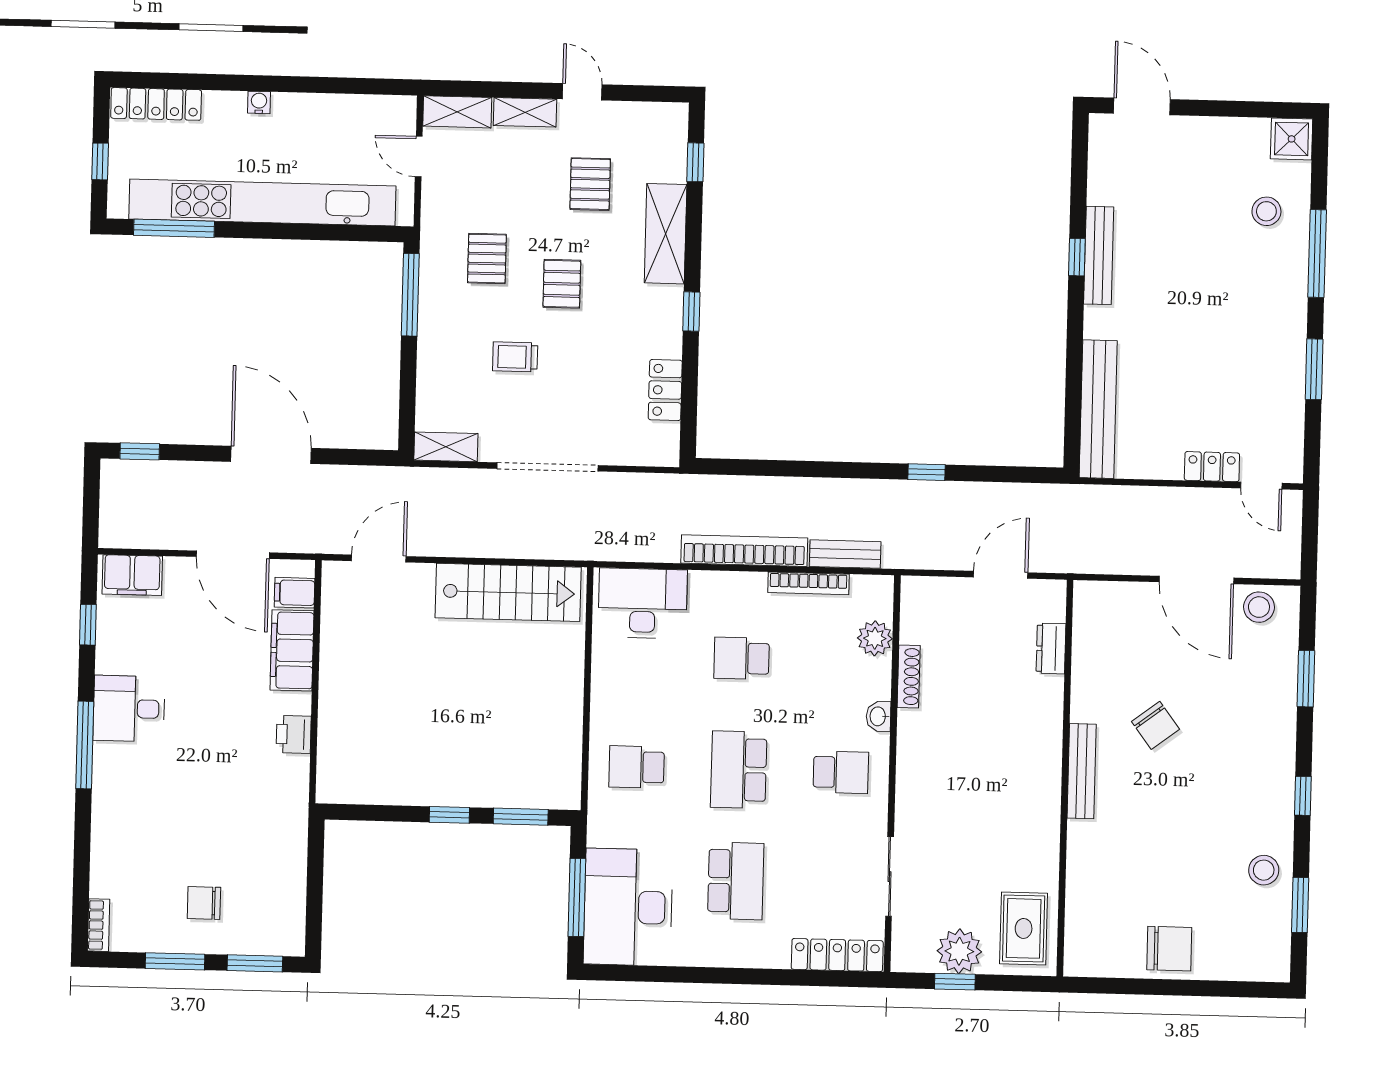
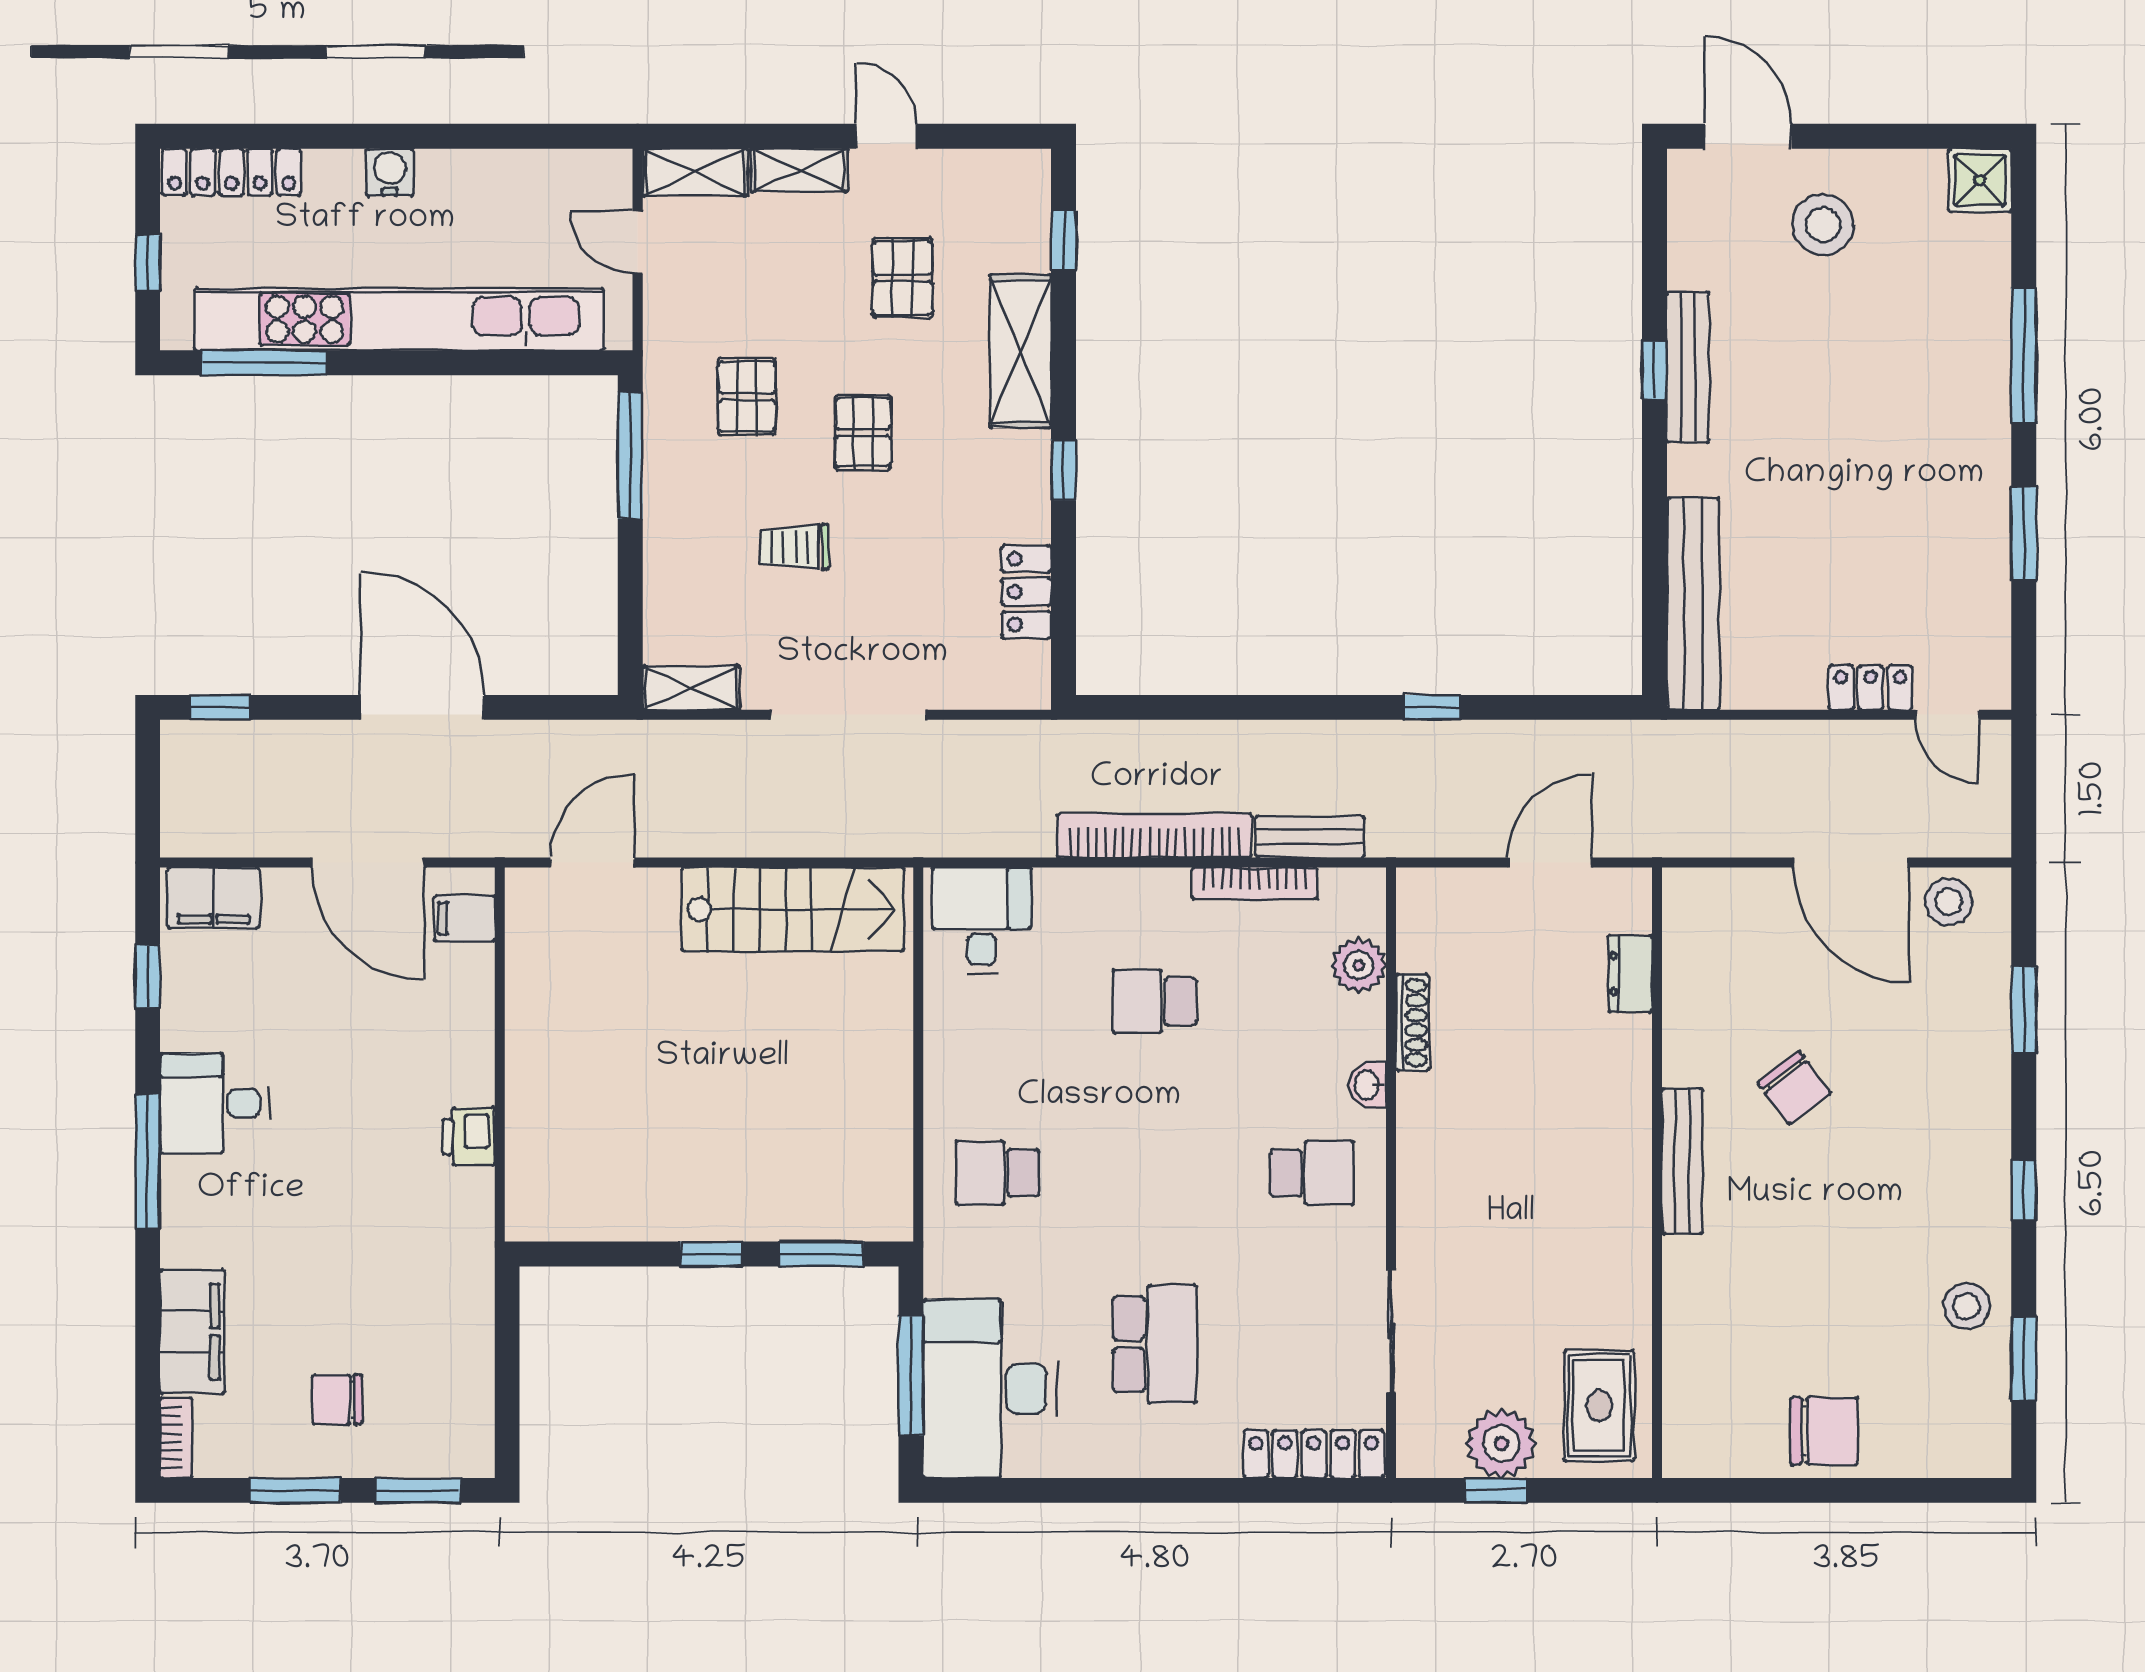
water cooler: (259, 102) -> (390, 172), width x1.38, depth x1.38
stool: (1266, 211) -> (1823, 225), moved, width x1.38, depth x1.38
desk: (643, 603) -> (982, 921), width x0.73
filing cabinet: (292, 650) -> (192, 1332), moved, turned 180
school desk: (739, 770) -> (1155, 1173), removed

